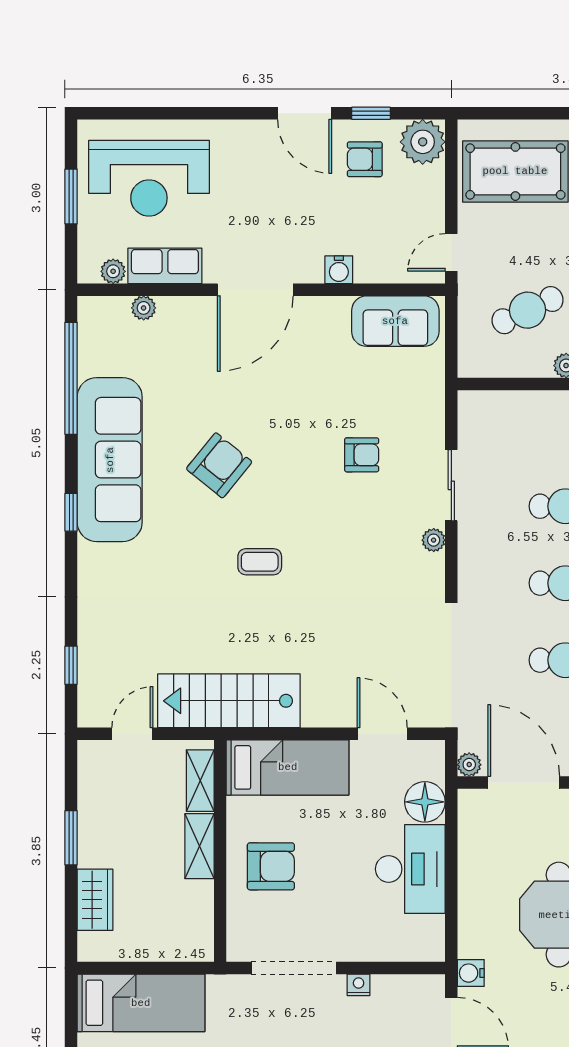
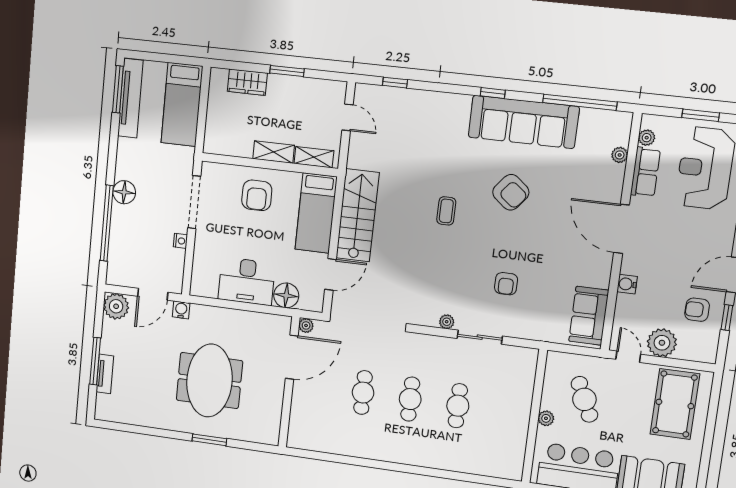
plant: (423, 142) -> (662, 343), moved
armchair: (365, 159) -> (697, 310), turned -90
stairs: (229, 701) -> (358, 215), moved

